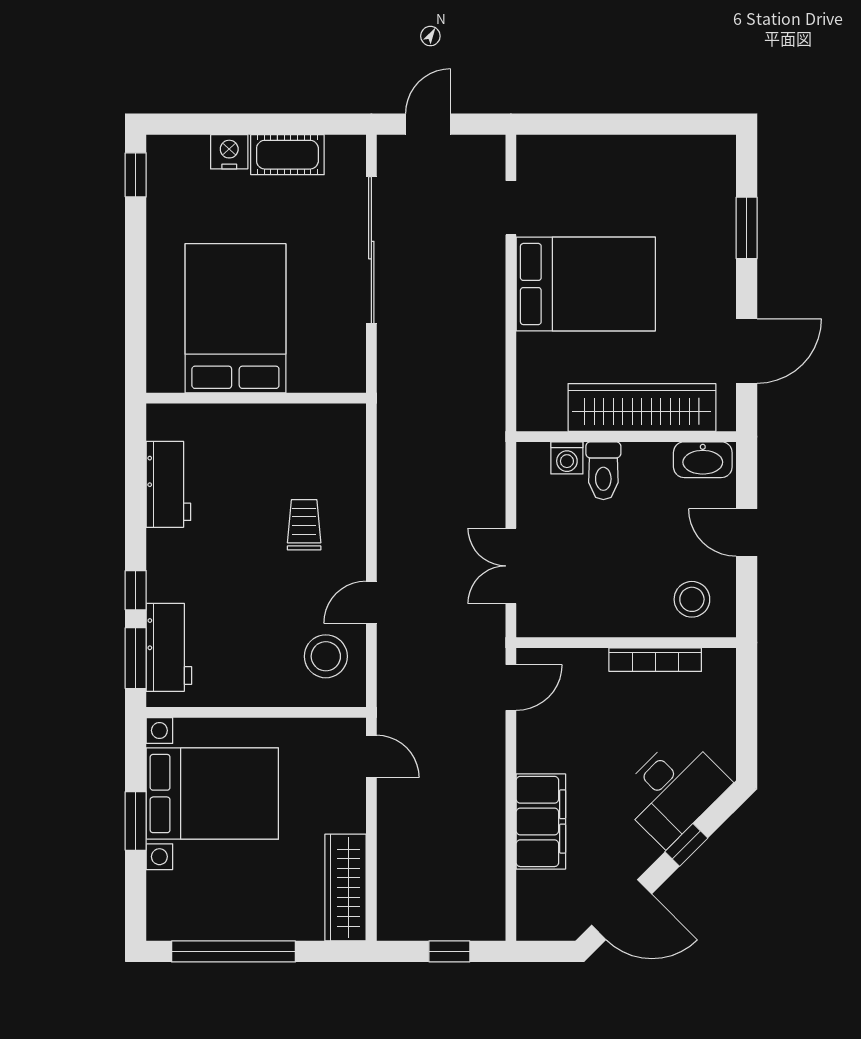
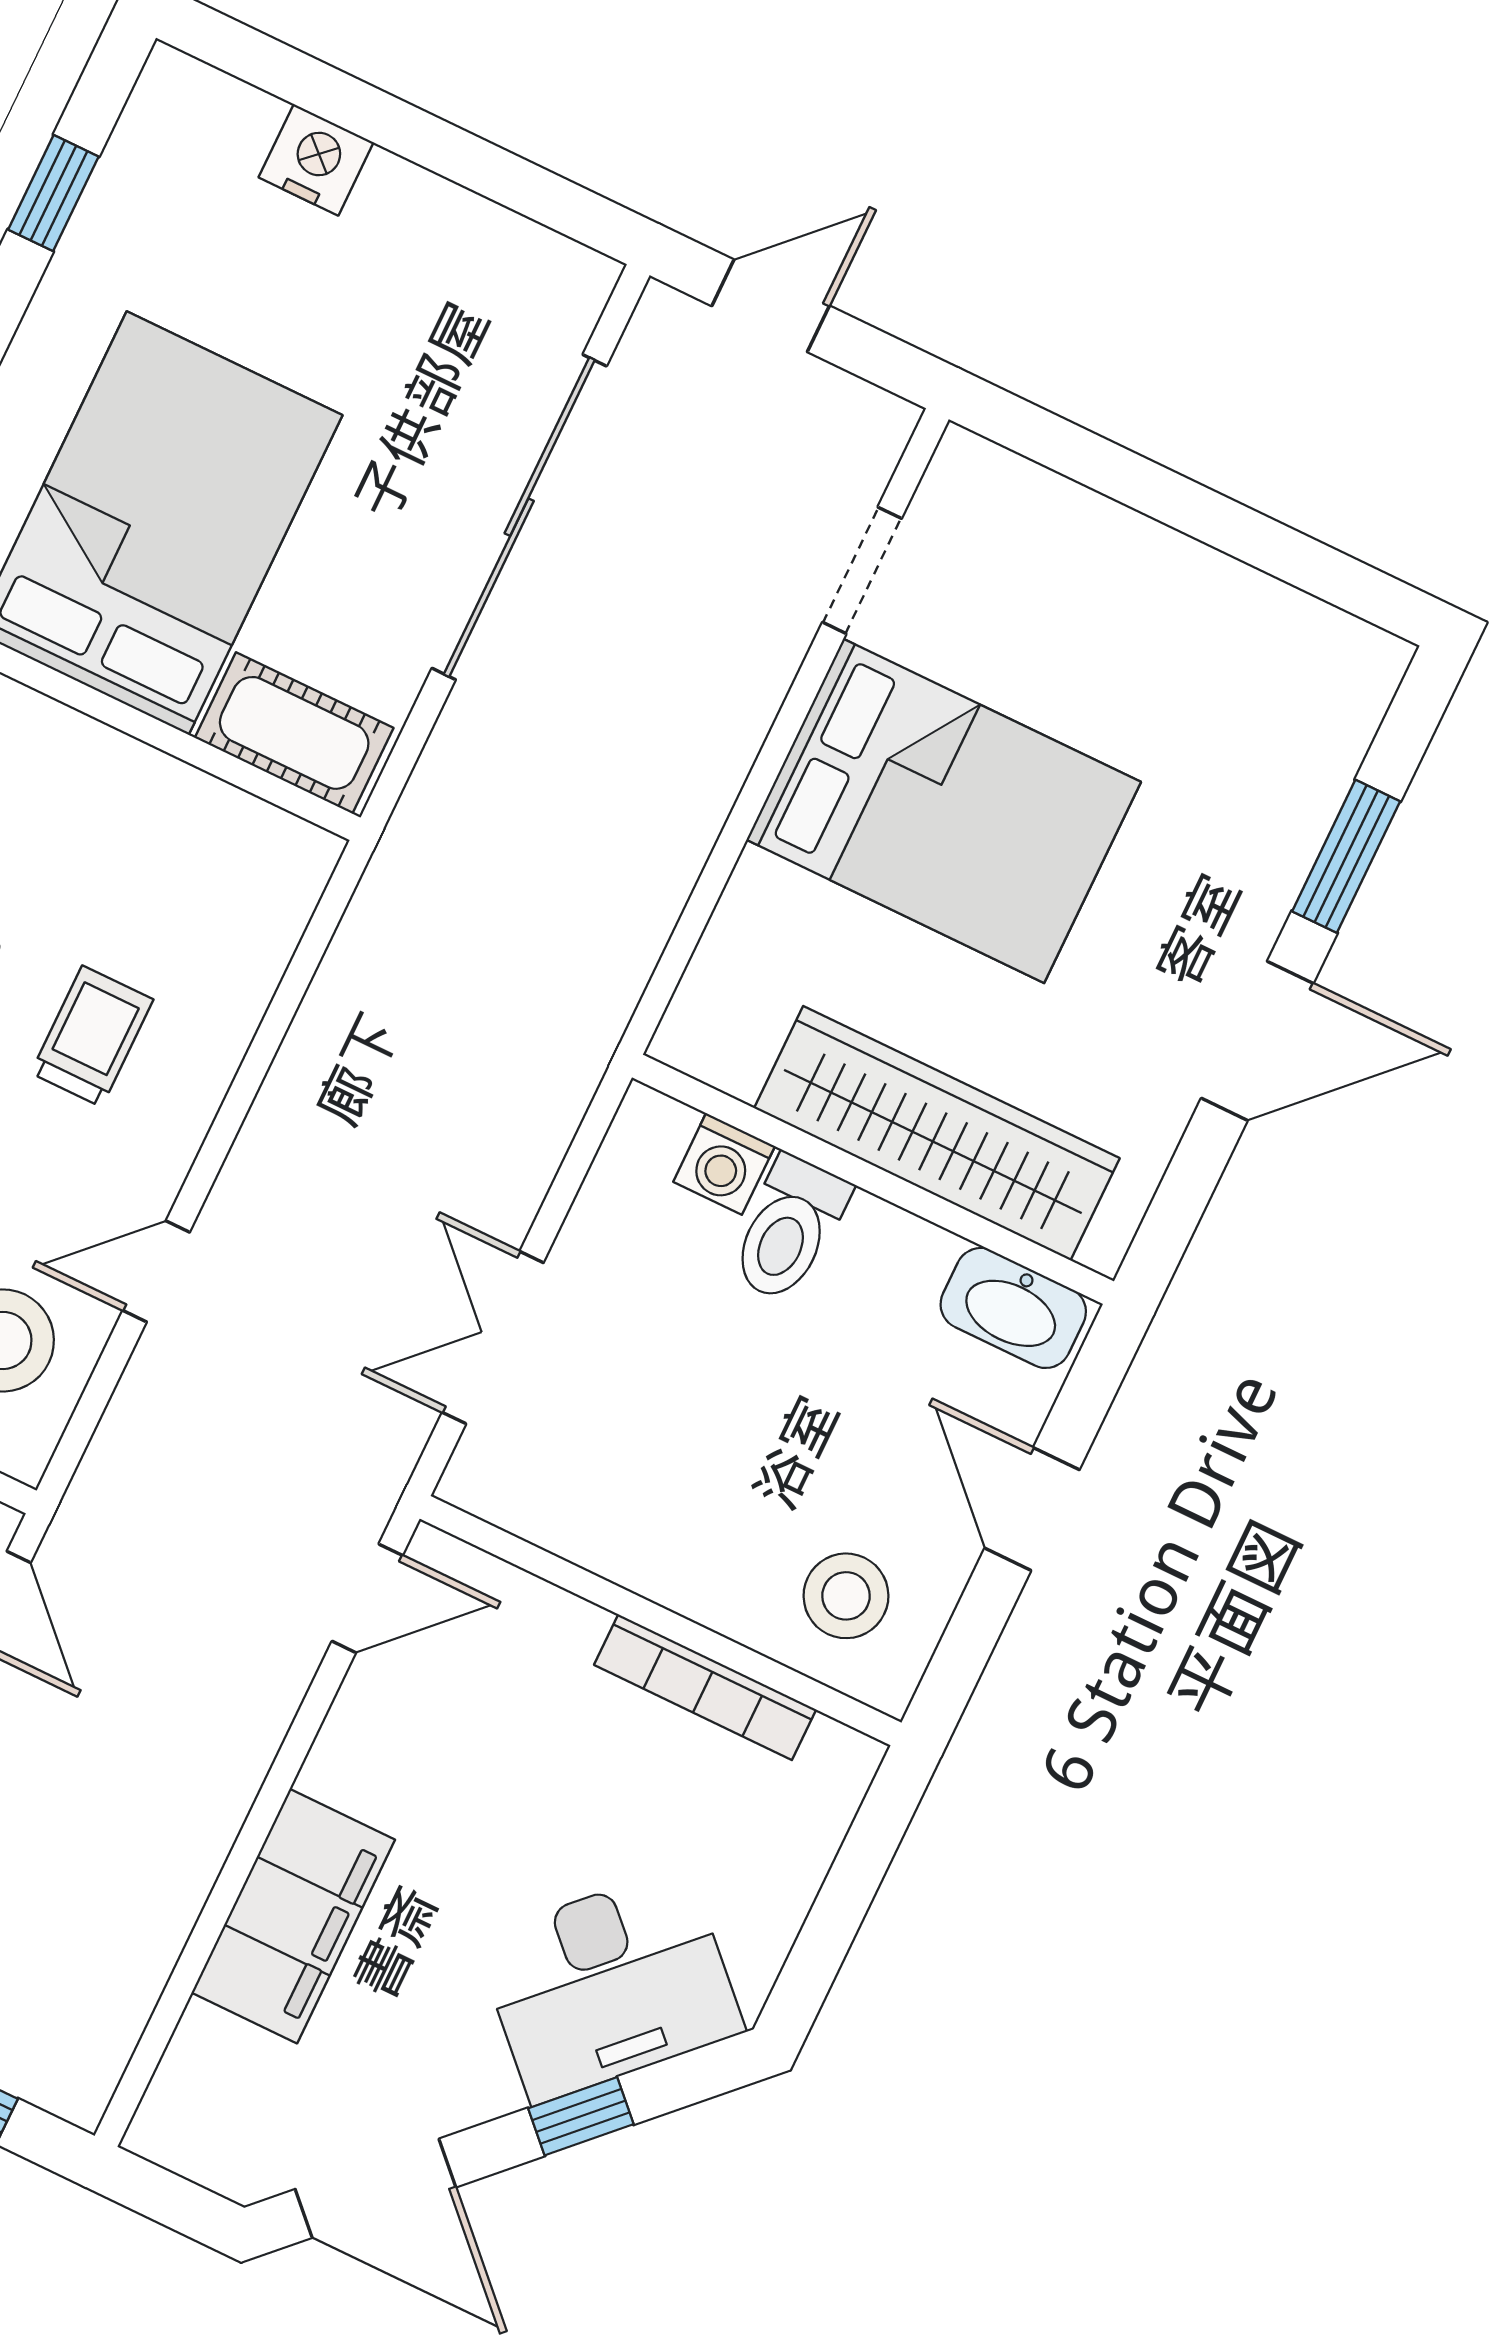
cot: (287, 155) -> (294, 733), moved
window: (136, 175) -> (53, 193), moved
door: (747, 351) -> (1257, 1041), moved

